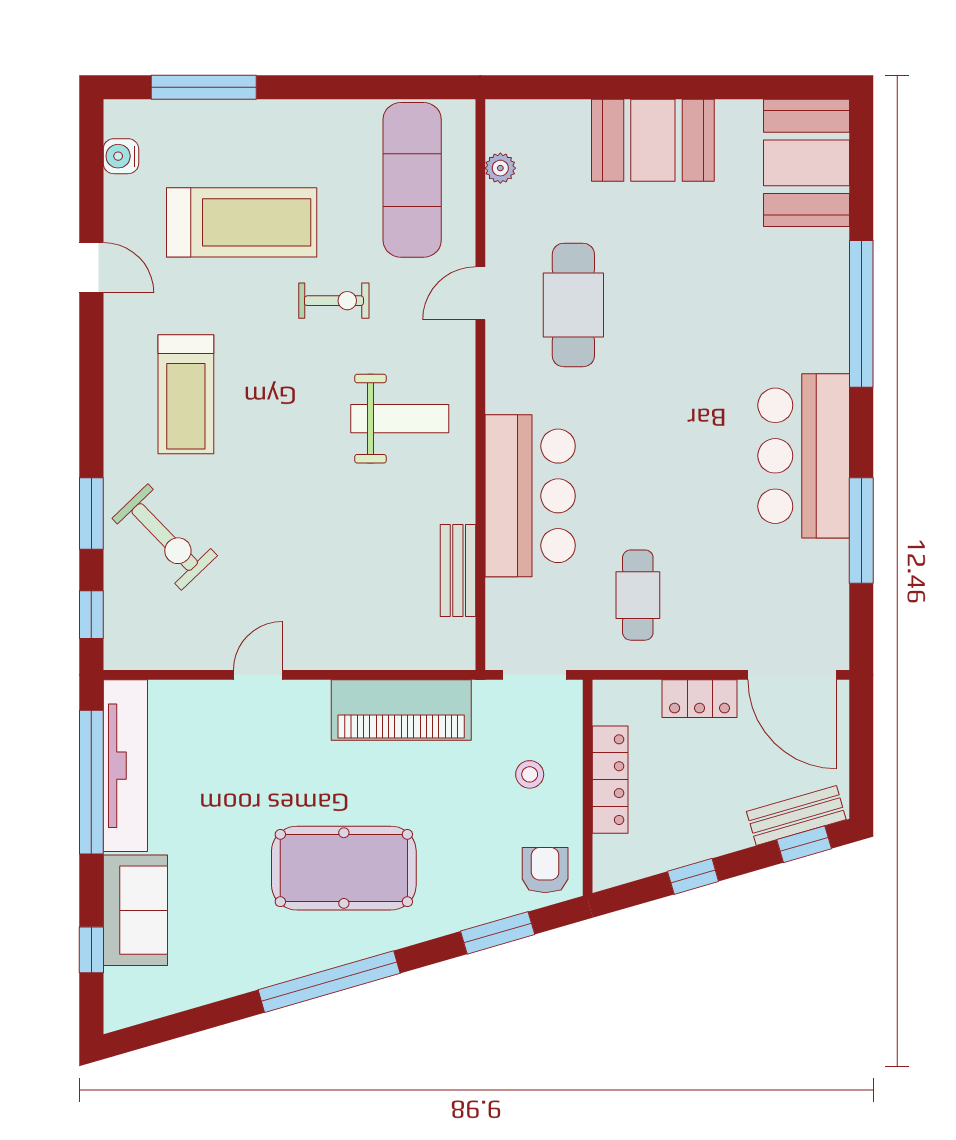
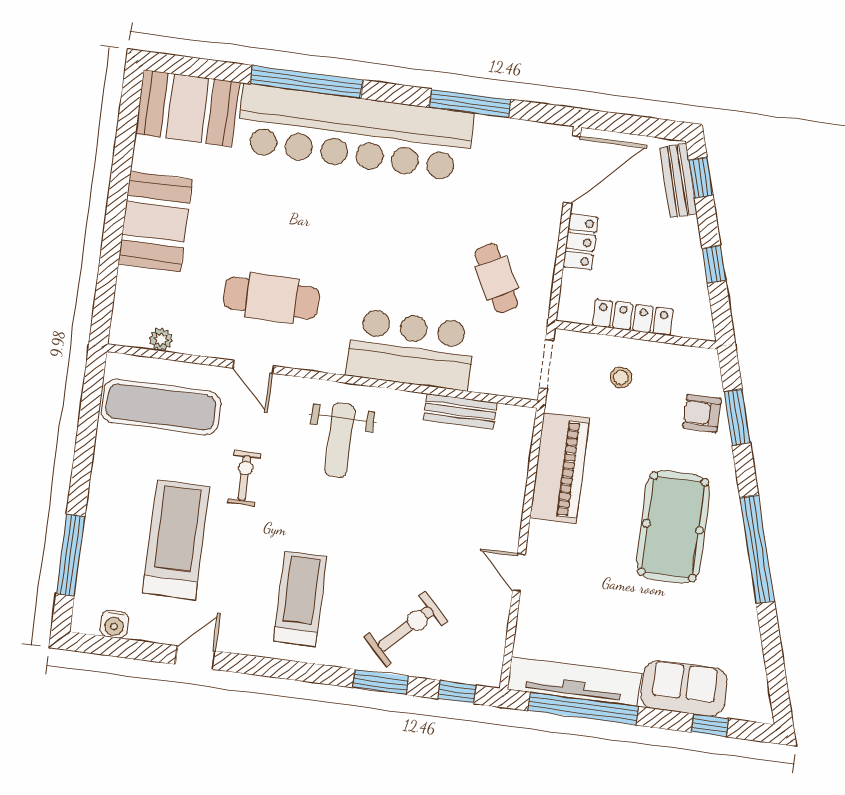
treadmill: (186, 394) -> (300, 599), turned -90
weight bench: (400, 419) -> (340, 440), turned 180
bar counter: (804, 456) -> (355, 132), width x1.86
cafe table: (638, 595) -> (496, 278), turned 62
armchair: (545, 870) -> (702, 413), moved

